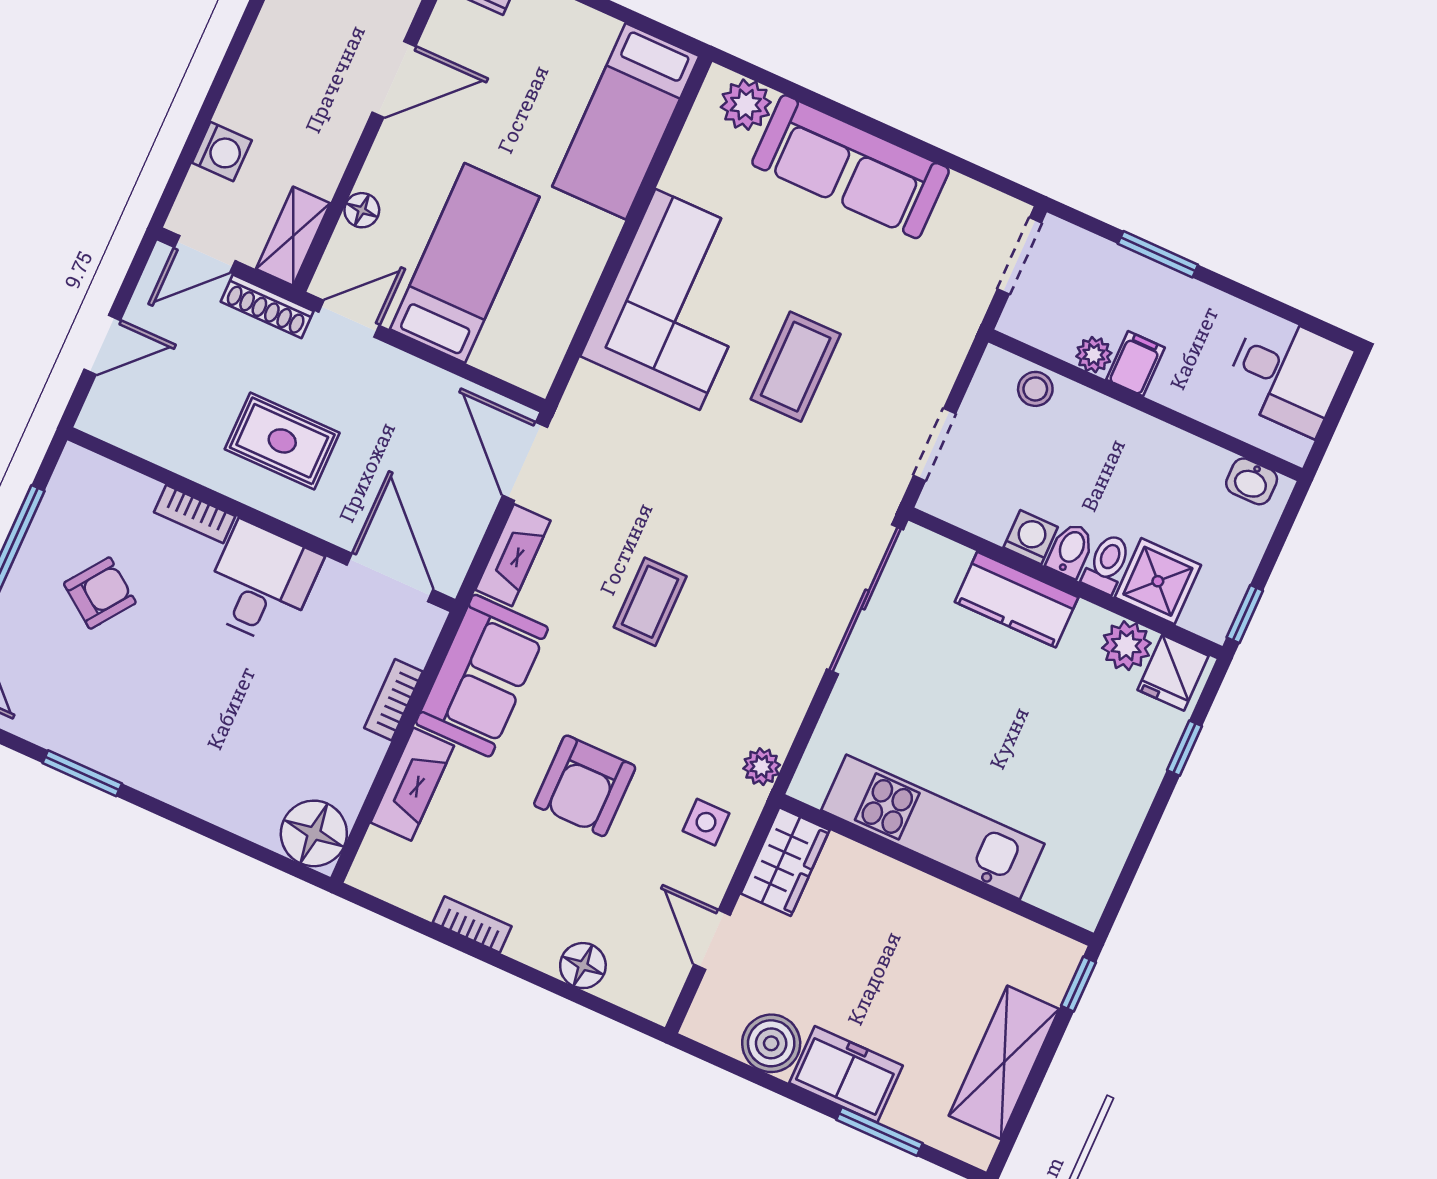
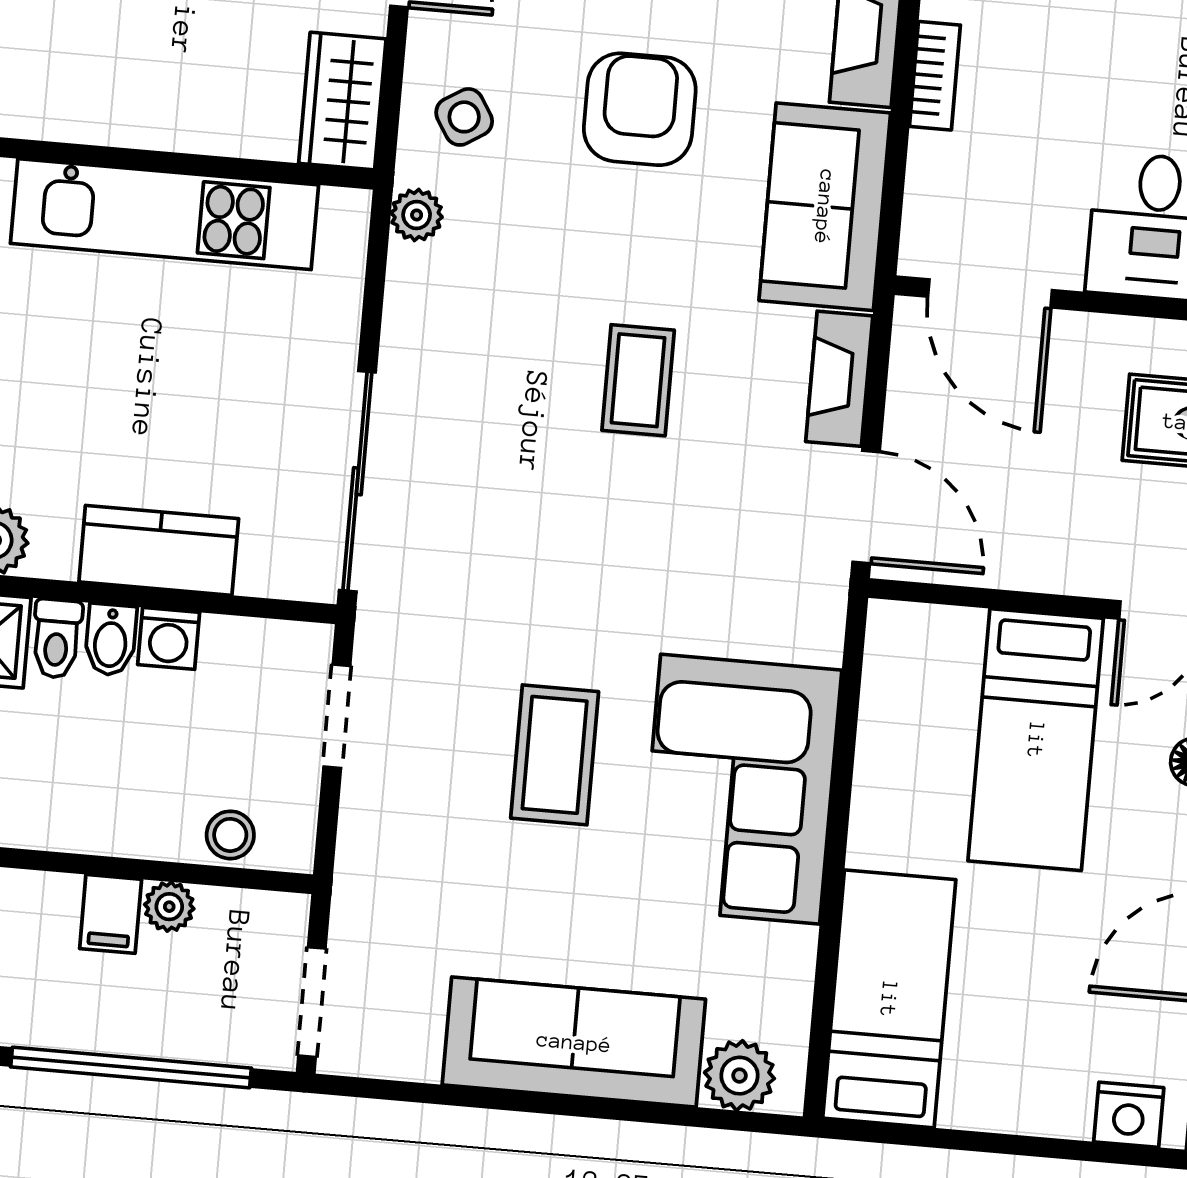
window: (1158, 254) -> (131, 1068), width x2.11
bookcase: (393, 700) -> (935, 76), moved
side table: (706, 822) -> (464, 117), turned -32

